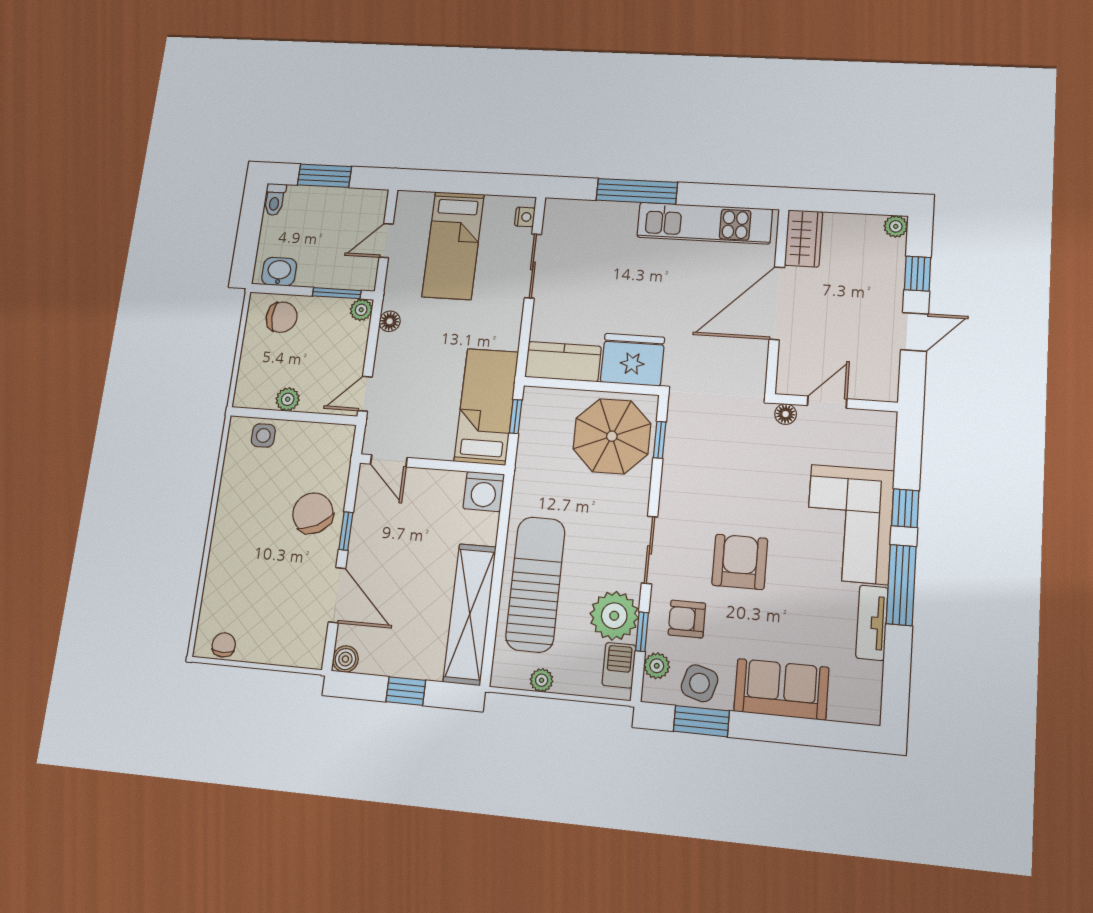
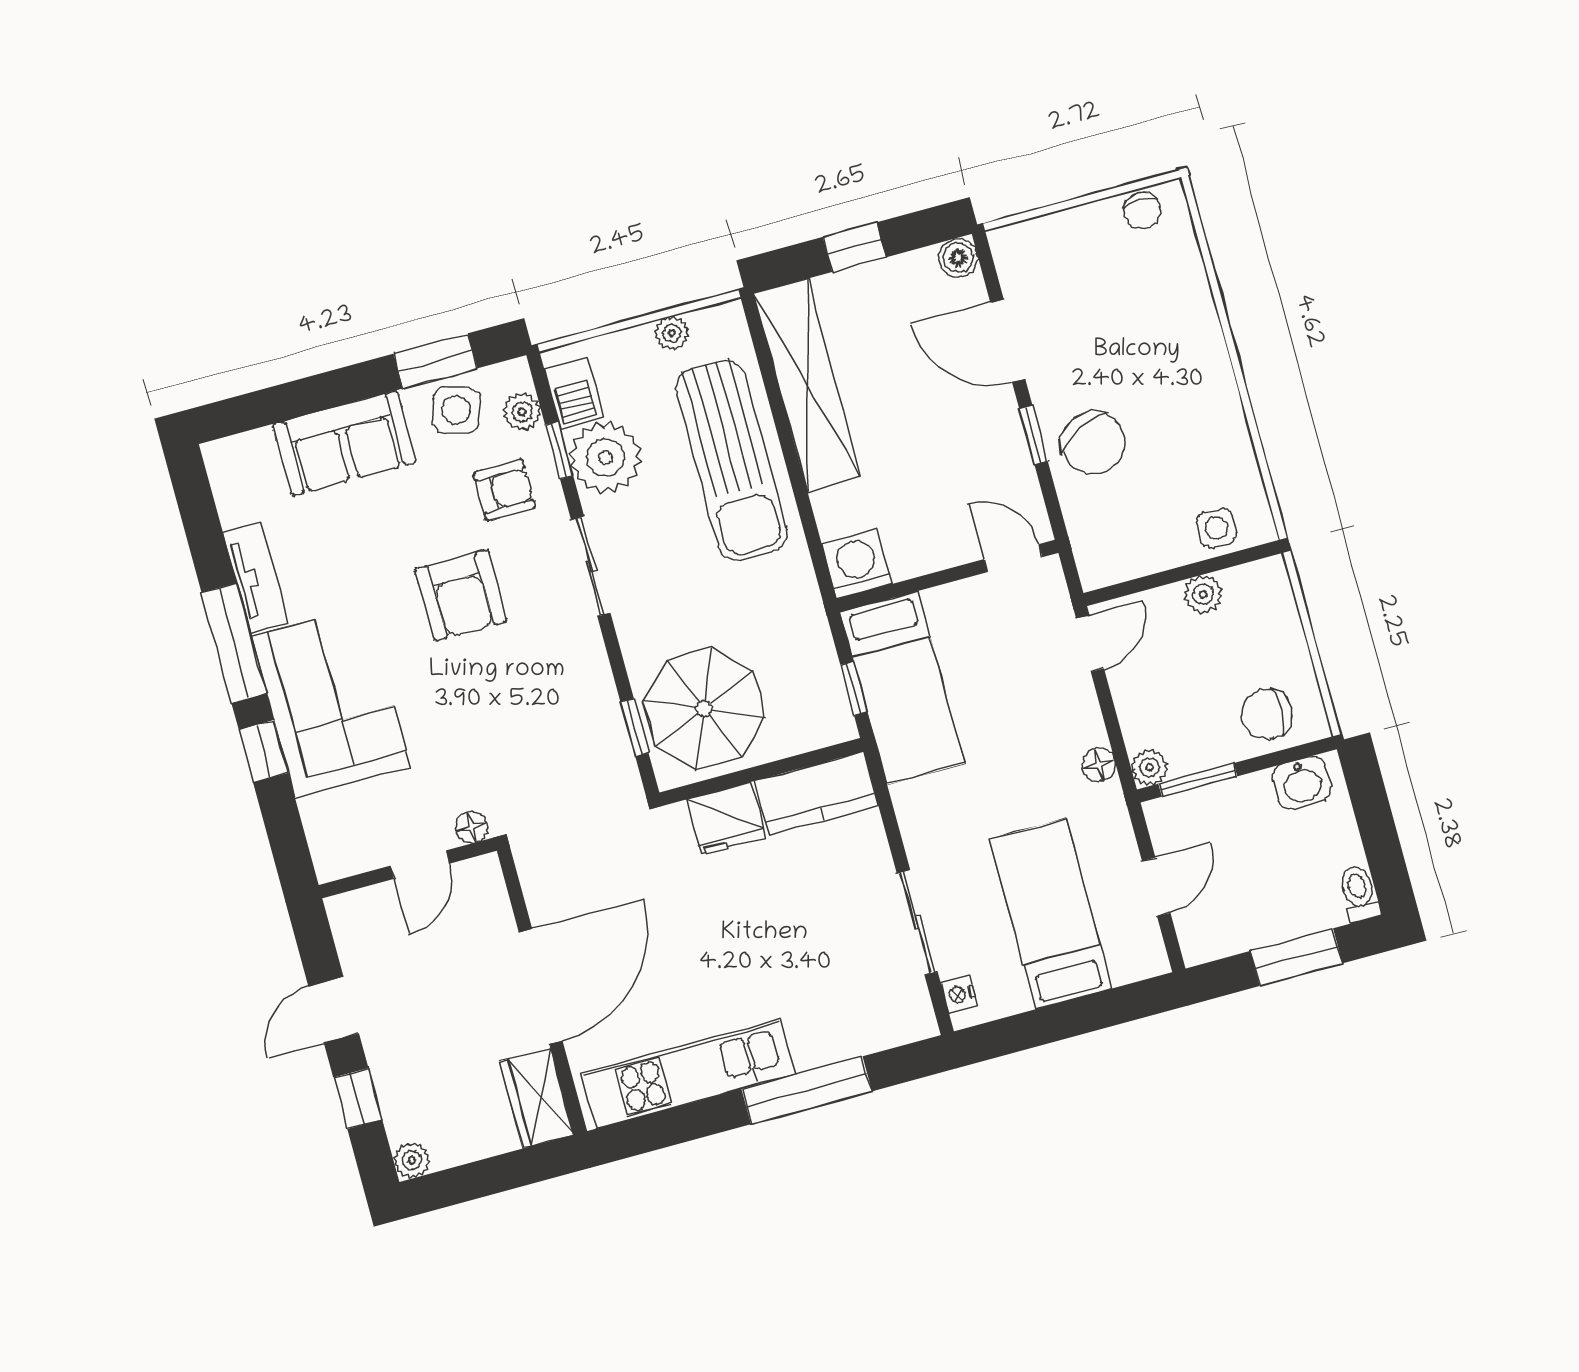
fridge: (633, 360) -> (726, 819), width x0.73, depth x0.75

